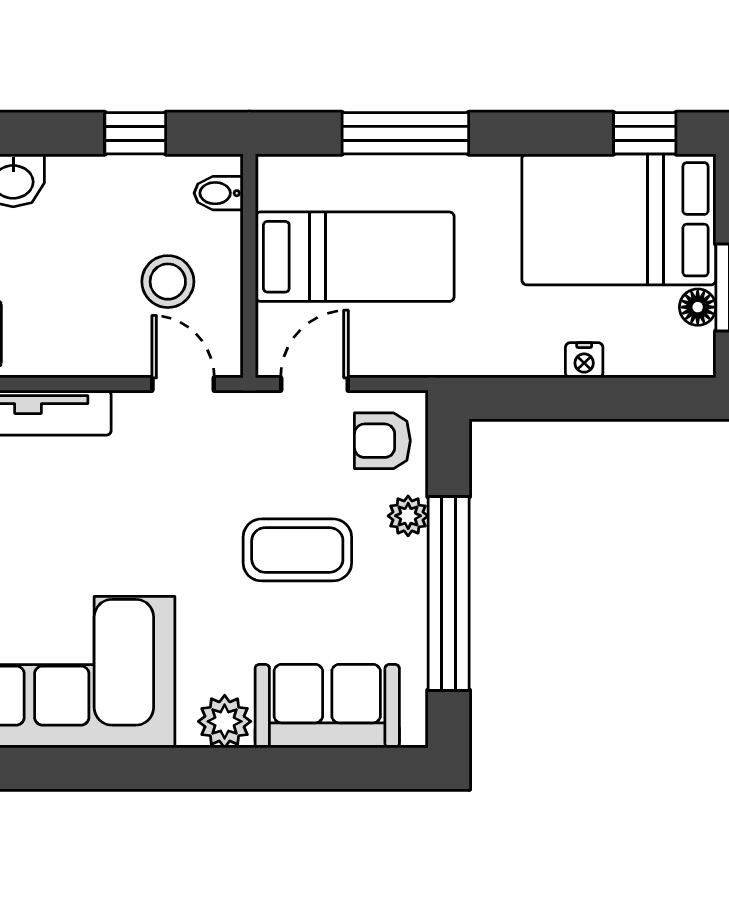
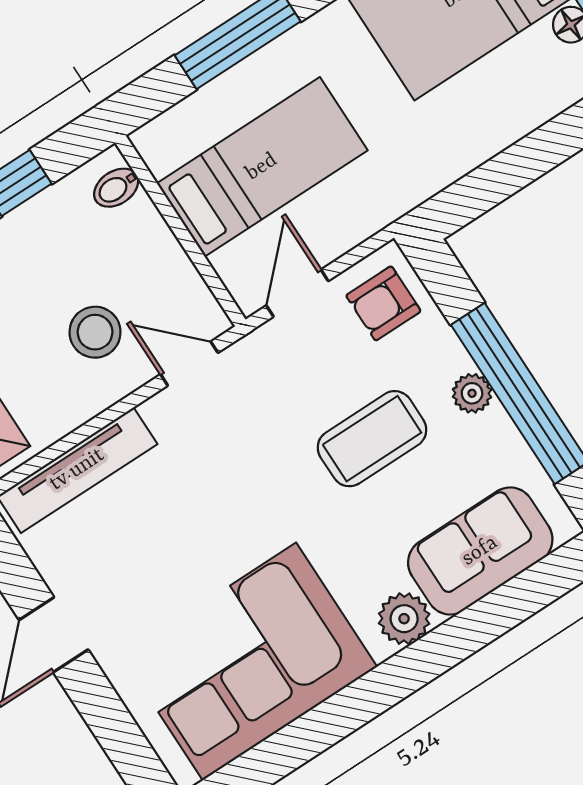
stool: (168, 282) -> (95, 332), moved
nightstand: (584, 360) -> (506, 129), removed
plant: (408, 516) -> (472, 393), moved

